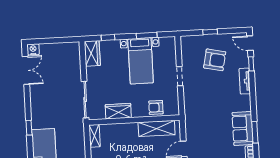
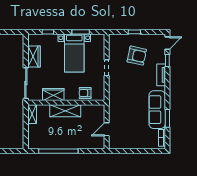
door: (250, 43) -> (167, 43), swing flipped
wardrobe: (92, 53) -> (34, 56), moved
sofa: (243, 128) -> (157, 110), width x1.36
shelving: (157, 129) -> (65, 111), moved

